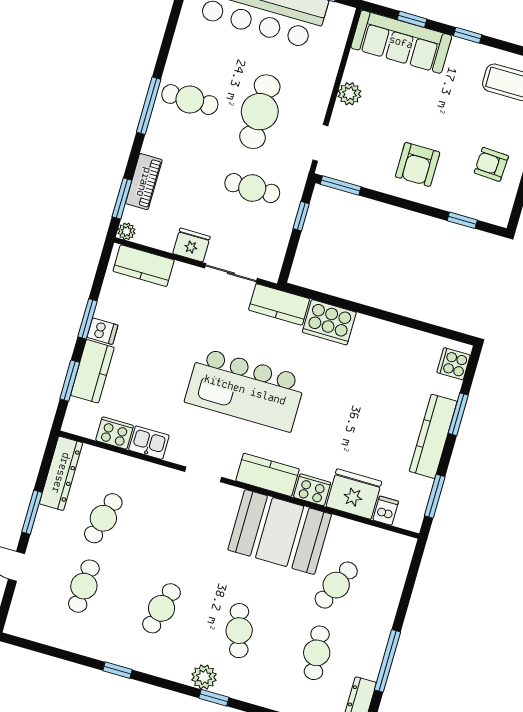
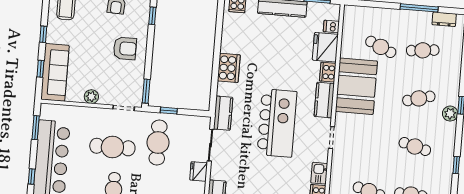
cafe table: (252, 188) -> (158, 143), width x1.37, depth x1.35
cooker: (329, 322) -> (229, 68), moved

